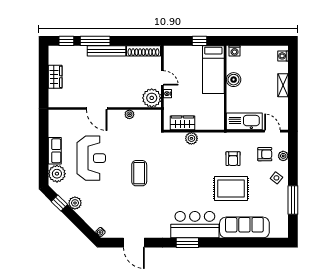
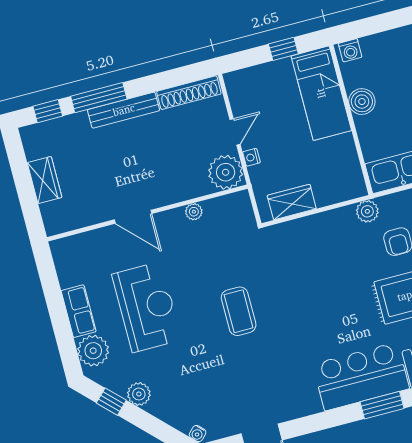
door: (162, 78) -> (235, 132), hinge flipped
plant: (191, 138) -> (367, 211), moved
window: (187, 243) -> (382, 405), moved

